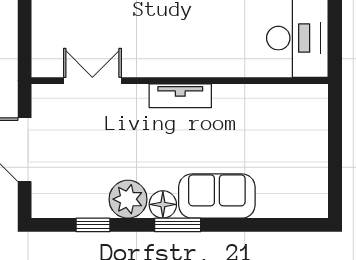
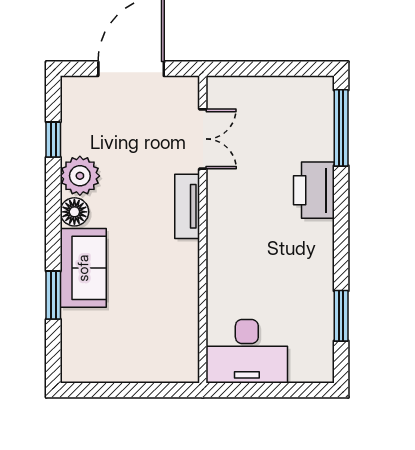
tv unit: (180, 96) -> (187, 206), moved
window: (178, 225) -> (53, 295), moved

